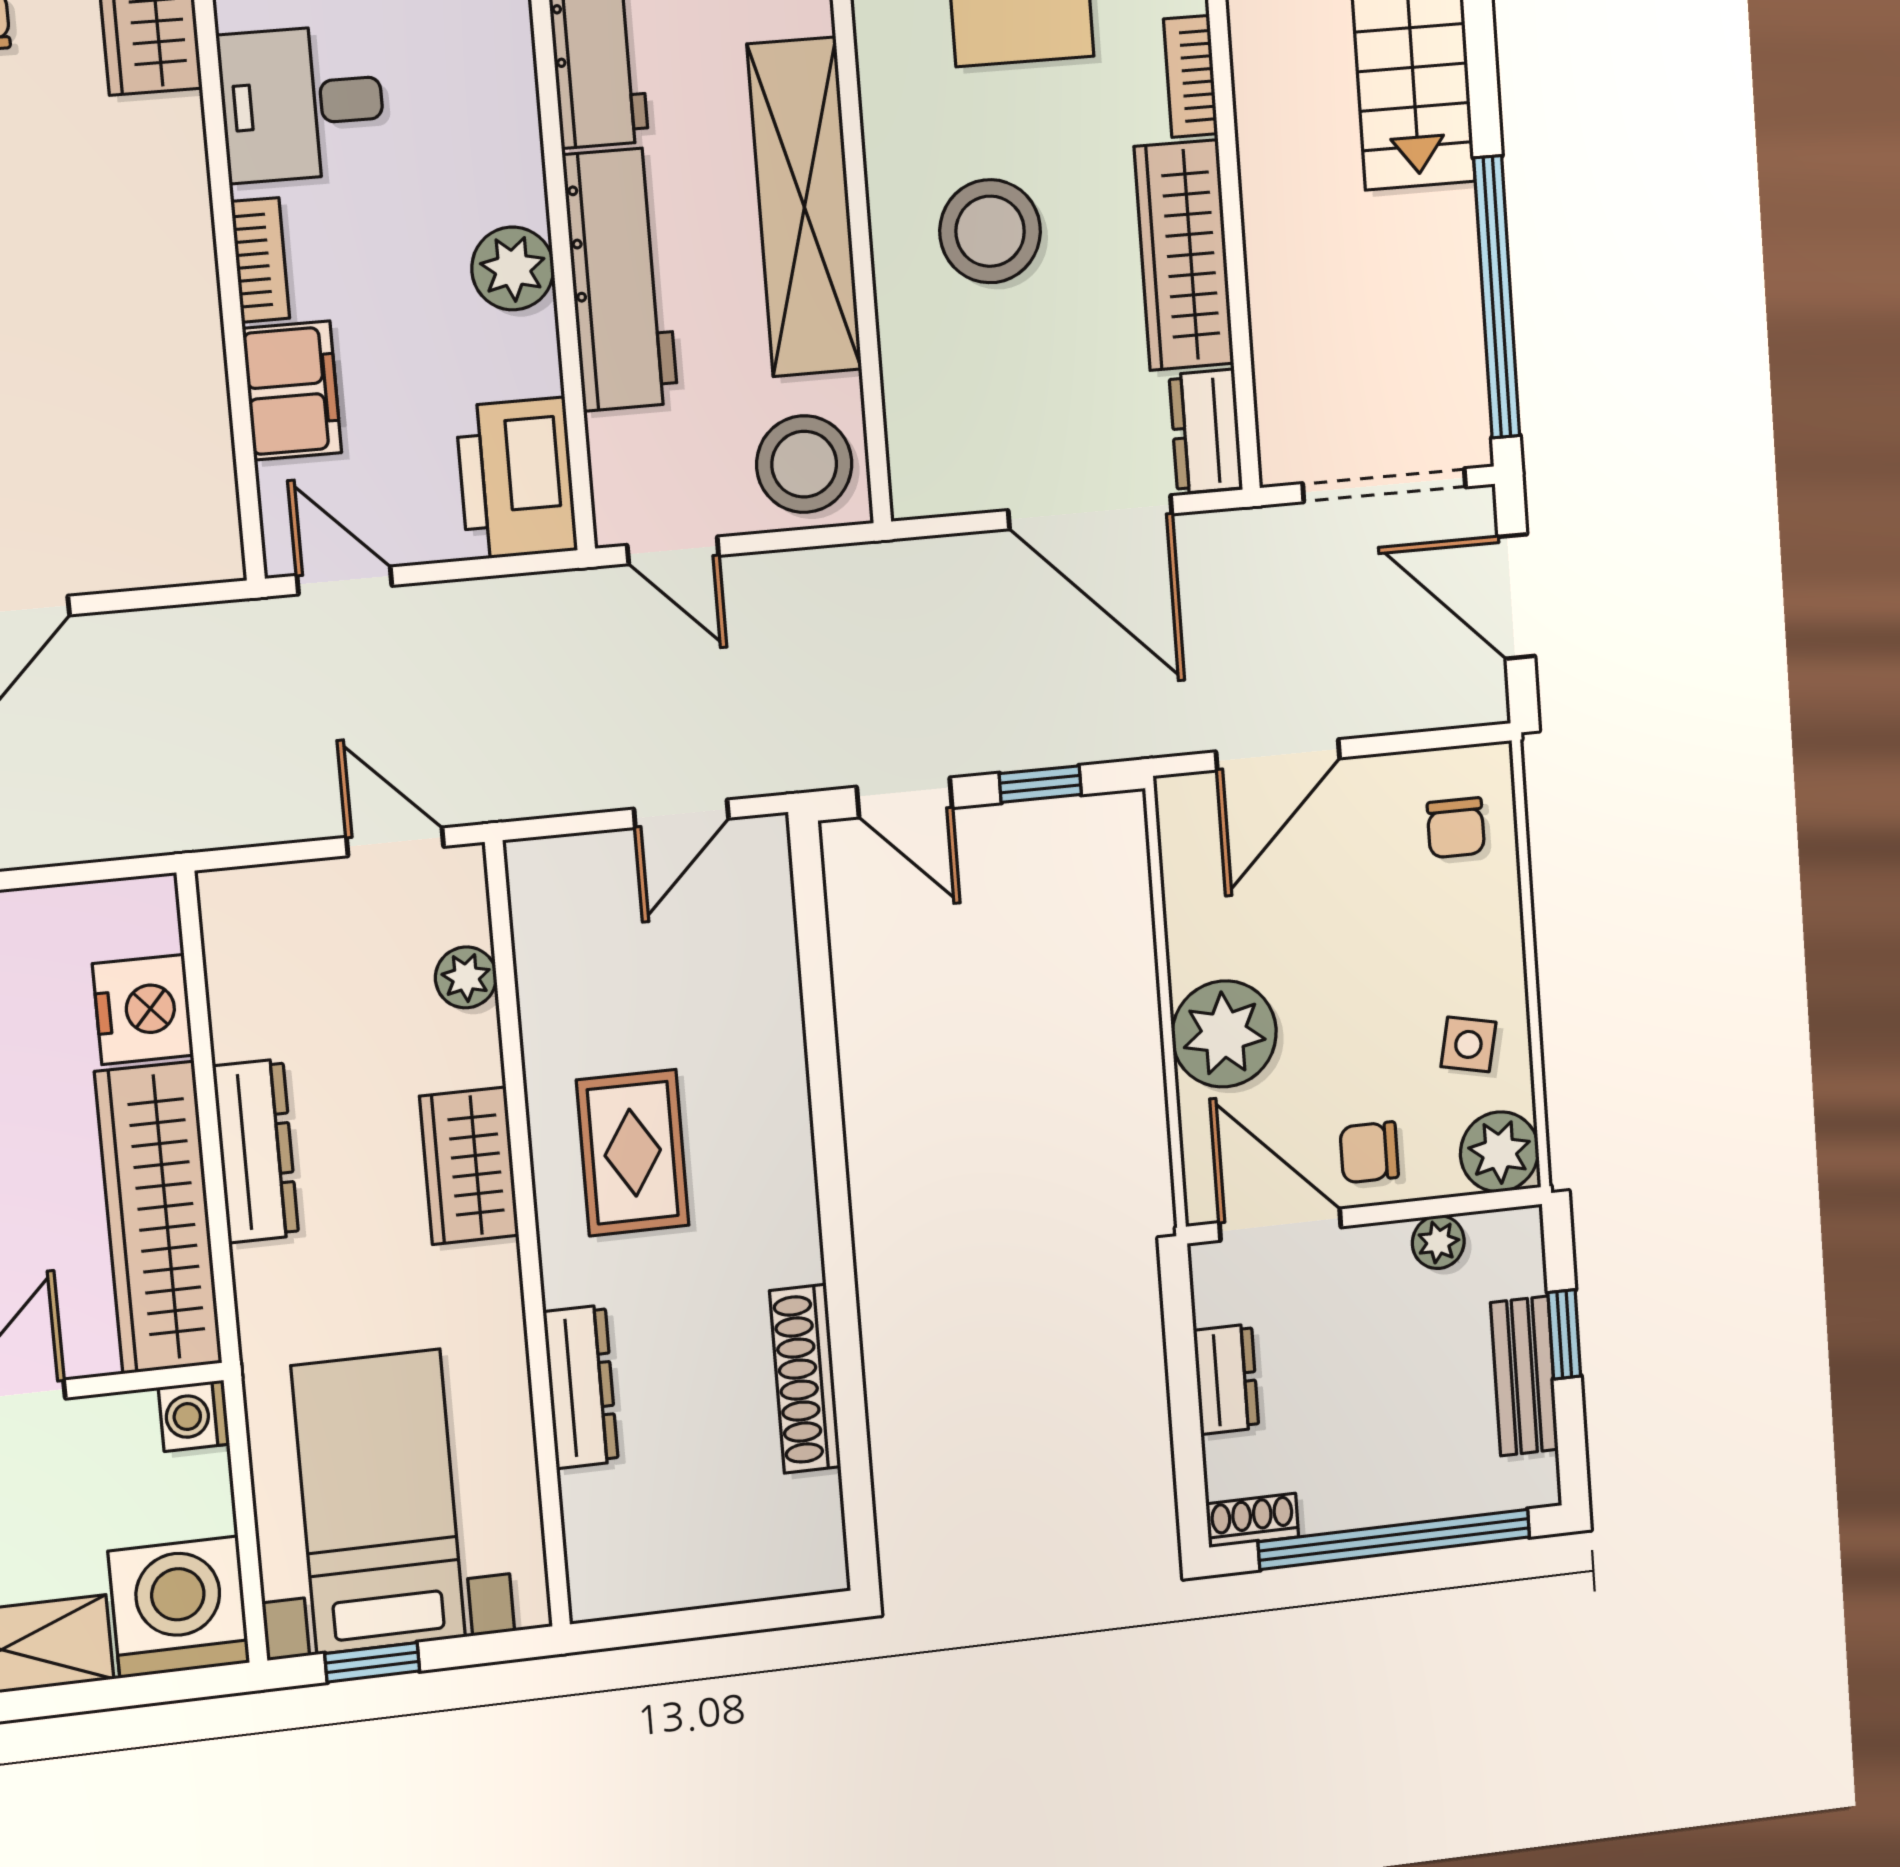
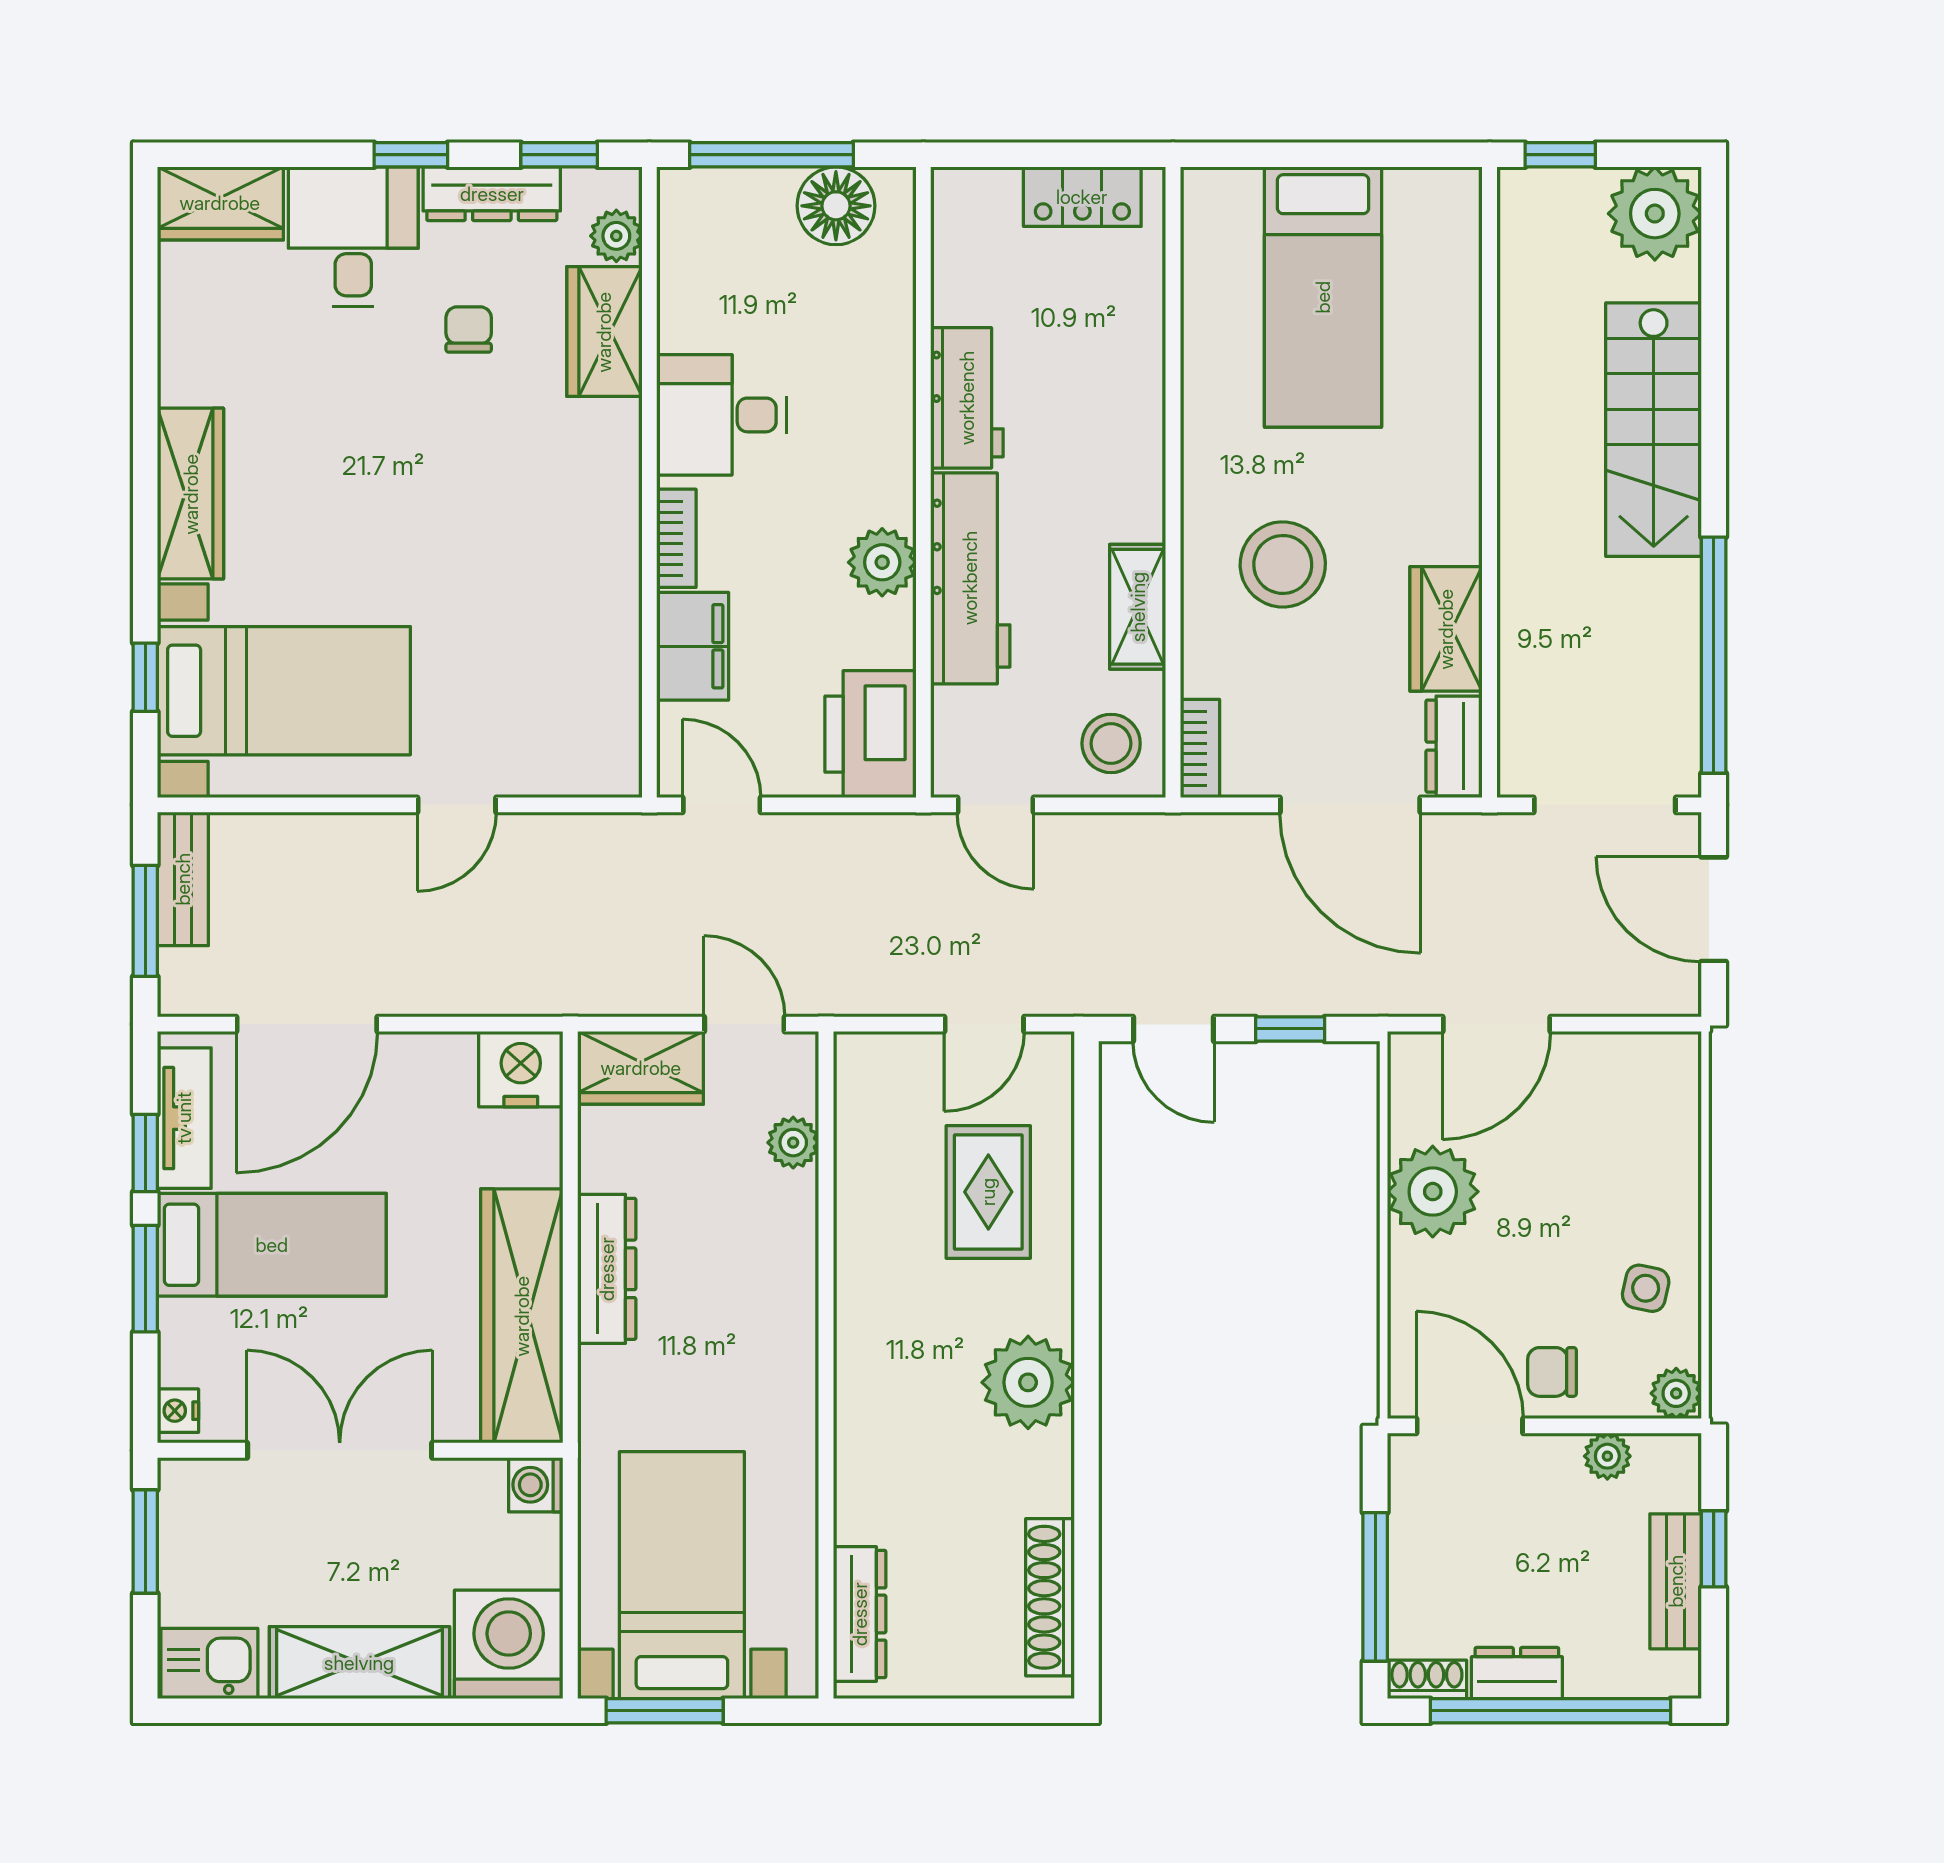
bookcase: (1191, 76) -> (1200, 748), moved, turned 180
shelving: (804, 207) -> (1138, 607), width x0.45, depth x0.75
wardrobe: (1184, 255) -> (1446, 629), width x0.67
stool: (804, 464) -> (1111, 743), width x0.73, depth x0.73
chair: (1456, 828) -> (1647, 1101), removed
nightstand: (143, 1009) -> (521, 1069), moved, turned -90
plant: (1224, 1034) -> (1433, 1192), moved
plant: (1499, 1152) -> (1676, 1393), width x0.73, depth x0.73
rug: (633, 1153) -> (988, 1192), moved
wardrobe: (469, 1166) -> (641, 1068), moved, turned -90
plant: (767, 1231) -> (1028, 1382), added
shoe rack: (805, 1379) -> (1050, 1597), moved
dresser: (1226, 1379) -> (1517, 1673), moved, turned -90
dresser: (581, 1387) -> (860, 1614), moved
window: (1186, 1422) -> (1375, 1587), added
window: (372, 1662) -> (665, 1711), width x1.50

